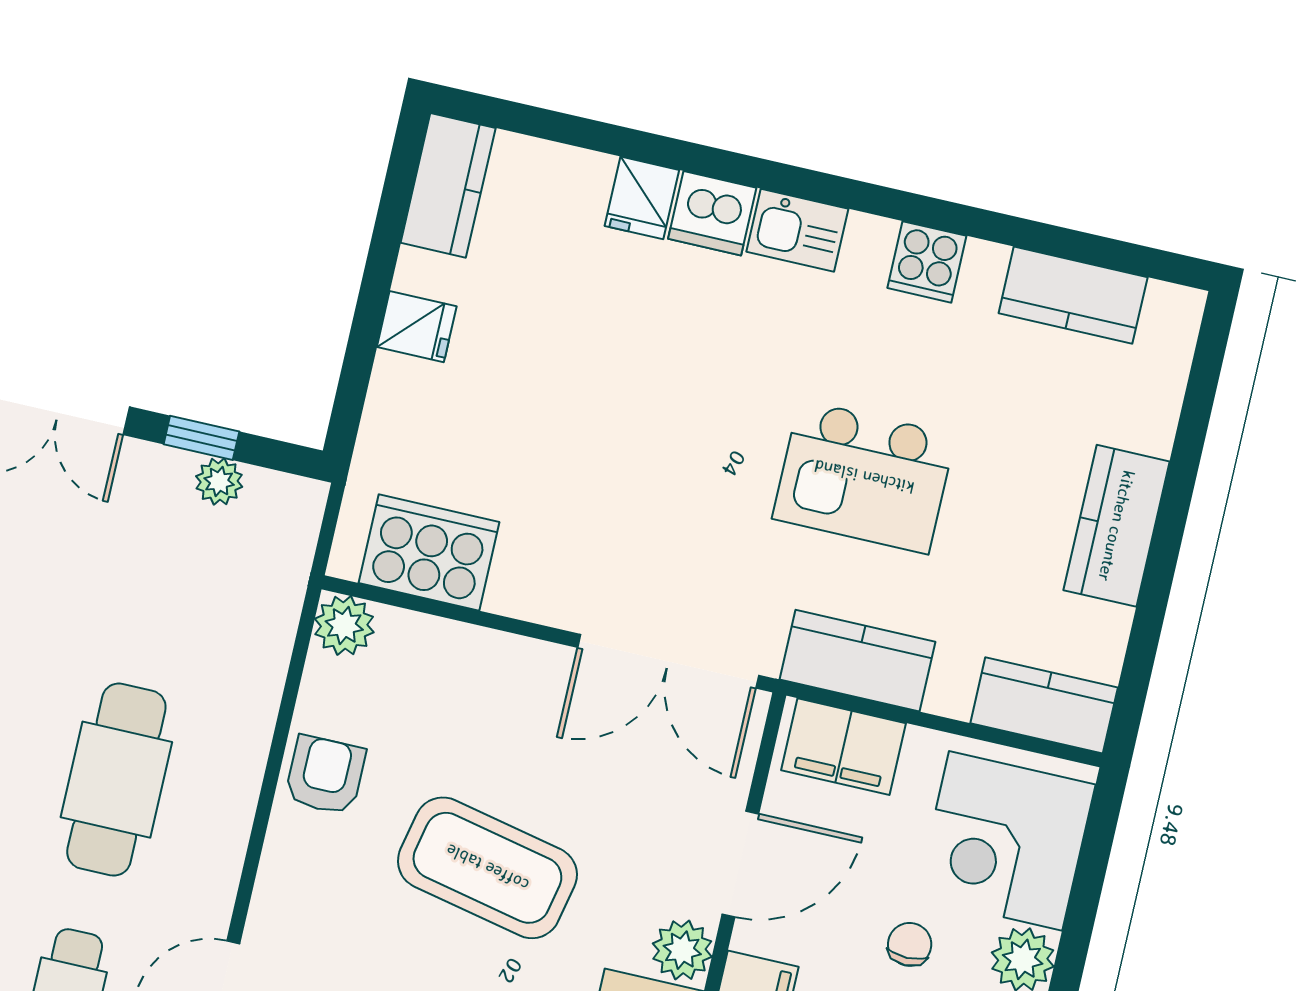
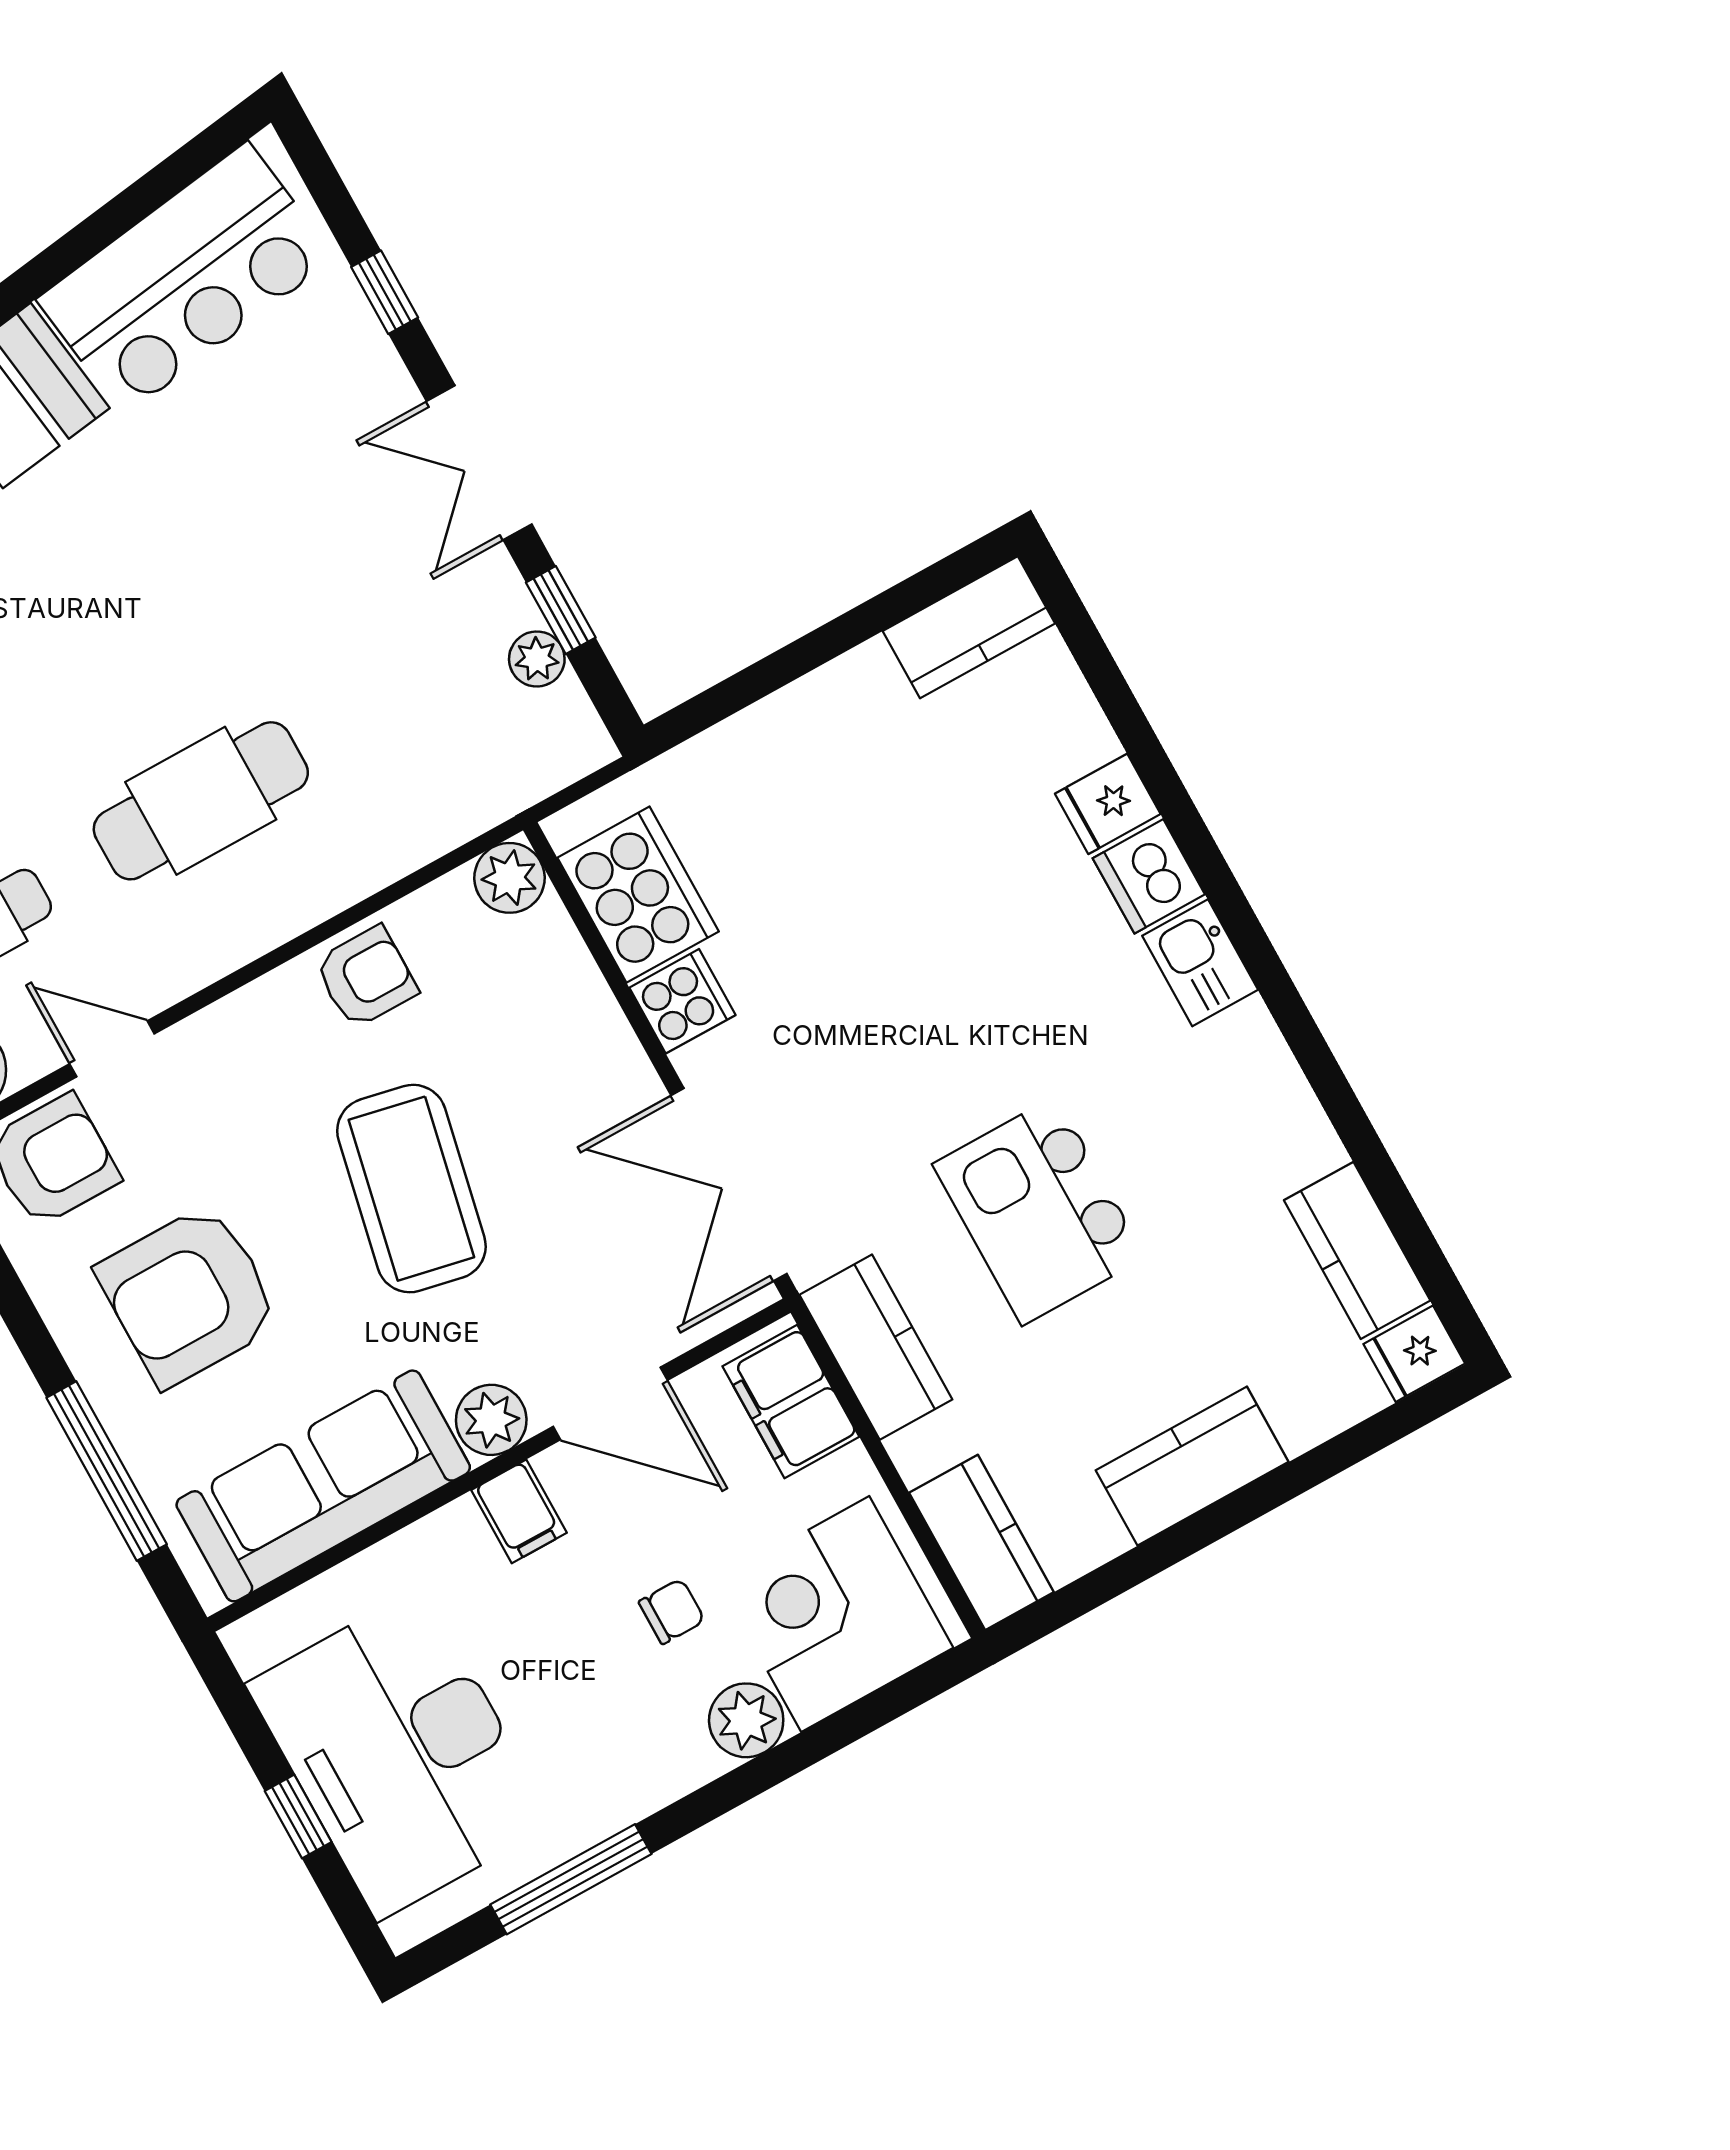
cooker: (927, 262) -> (682, 1001), moved, turned 180
fridge: (417, 327) -> (1414, 1354), moved, turned 90

